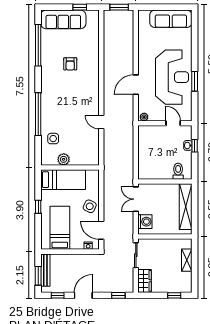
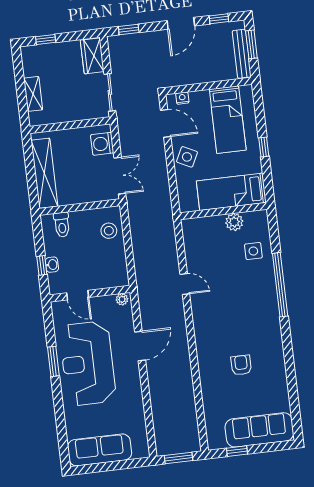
window: (38, 45) -> (292, 387), removed
stool: (147, 163) -> (109, 231), added

